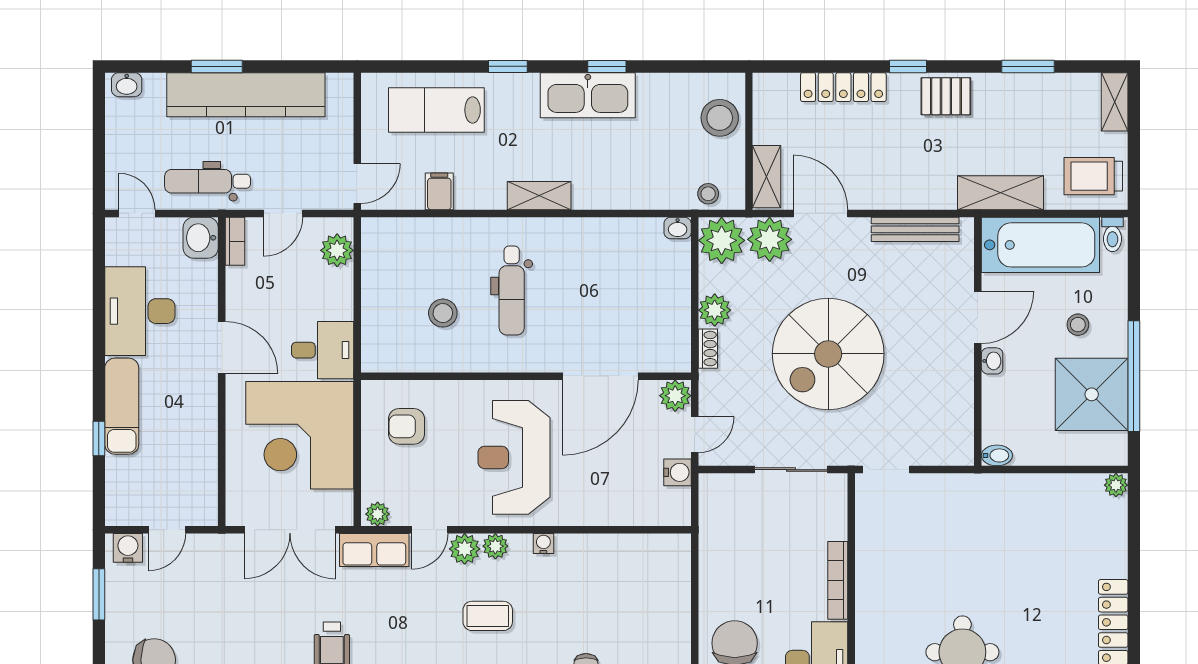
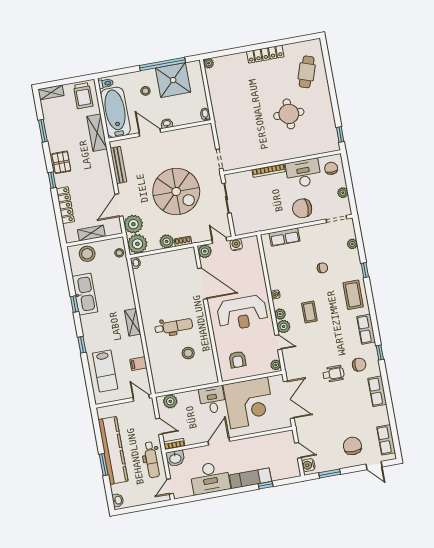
kitchen sink: (588, 95) -> (85, 294), moved
shelving: (767, 177) -> (91, 233), moved
row of seats: (374, 550) -> (285, 237), moved, turned 90

